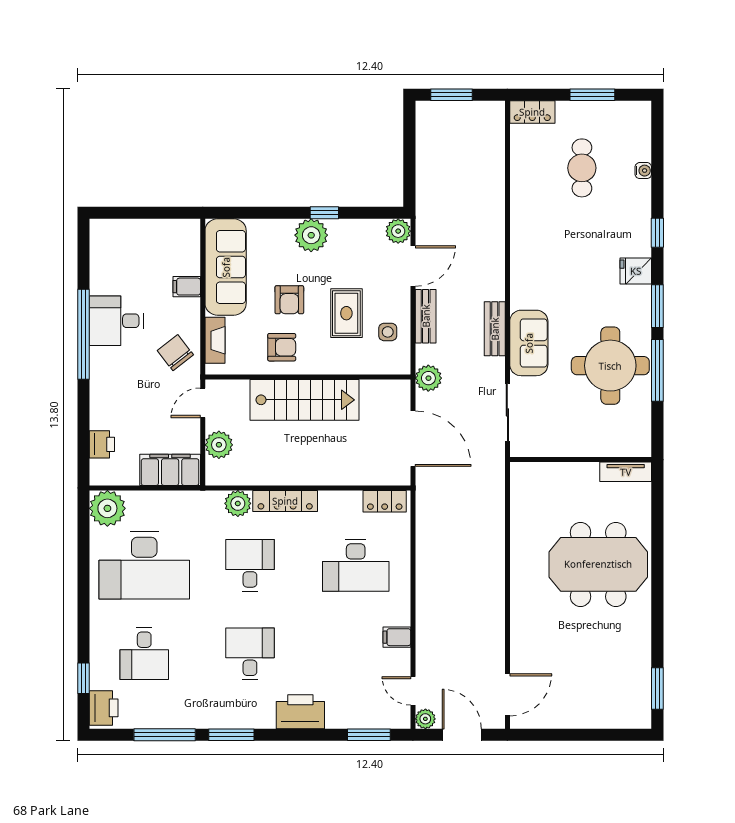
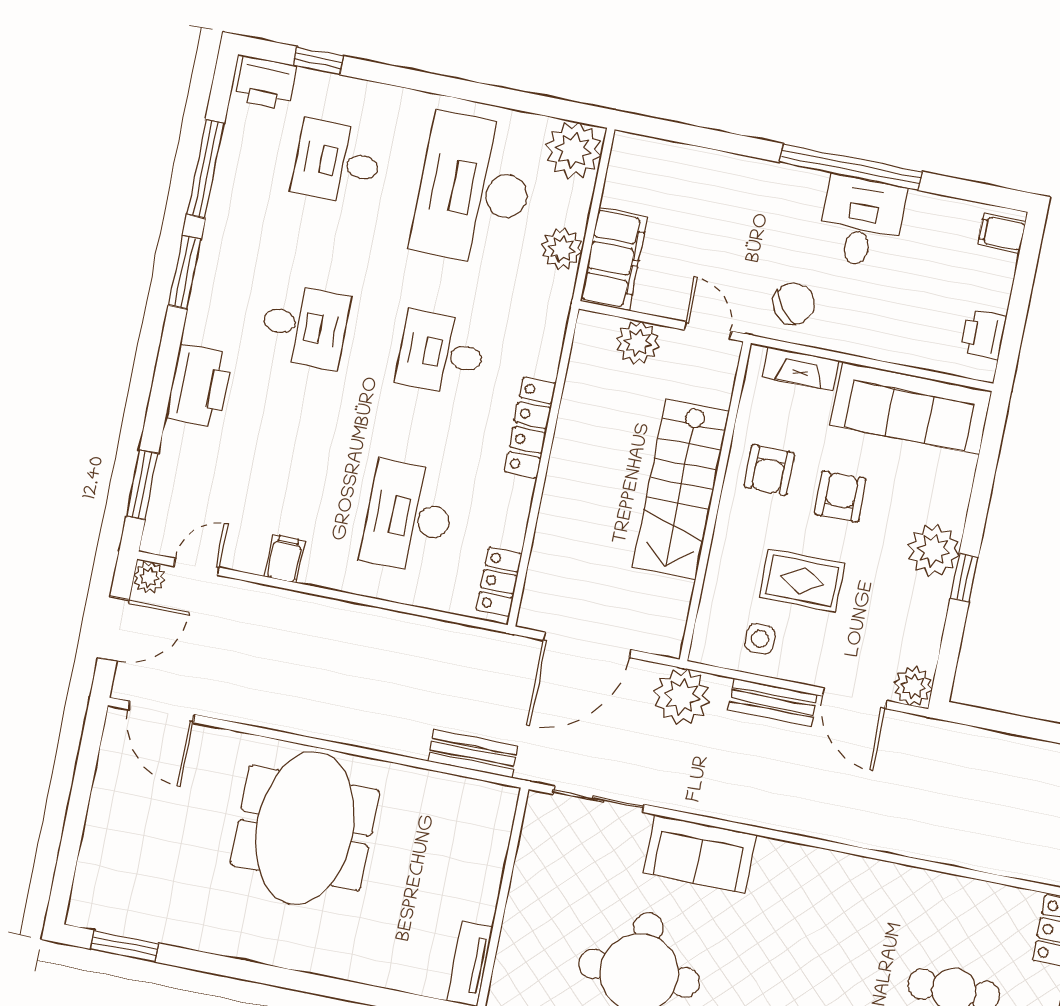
filing cabinet: (187, 287) -> (1002, 233), moved, turned -90
armchair: (289, 300) -> (840, 496), turned 89
bench: (495, 329) -> (473, 754), moved
plant: (428, 378) -> (682, 696), width x1.36, depth x1.36
printer: (102, 444) -> (983, 335), moved, turned 90
plant: (238, 503) -> (562, 249), moved
meeting table: (598, 564) -> (305, 828), moved
desk: (250, 565) -> (441, 353), turned 180

